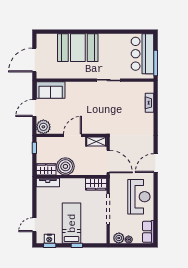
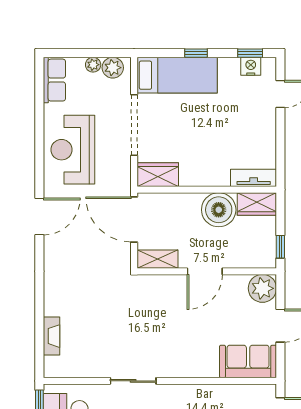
bed: (72, 223) -> (177, 75), moved, turned -90

